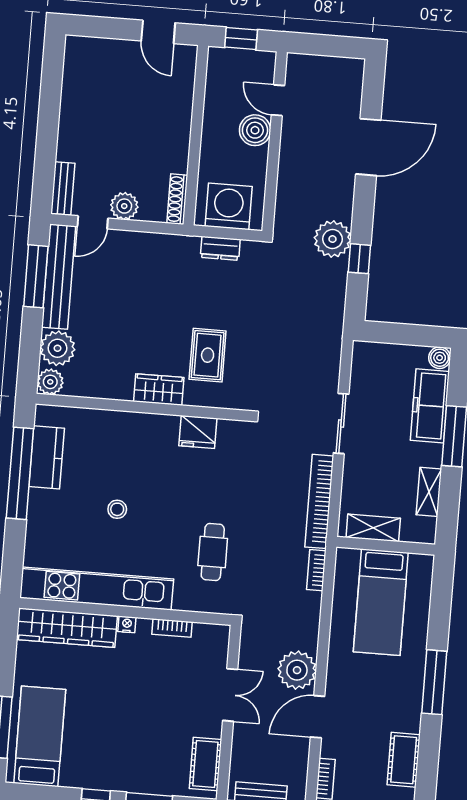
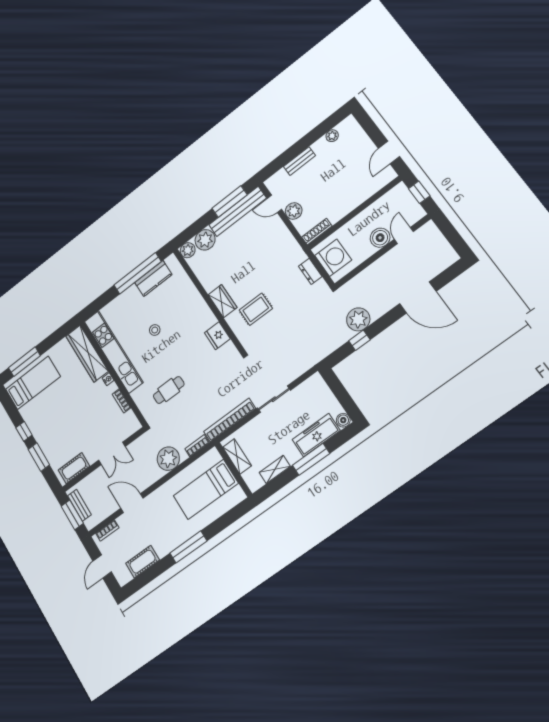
plant: (72, 81) -> (332, 136), added
bench: (63, 188) -> (299, 161), moved
plant: (297, 670) -> (168, 459), moved

